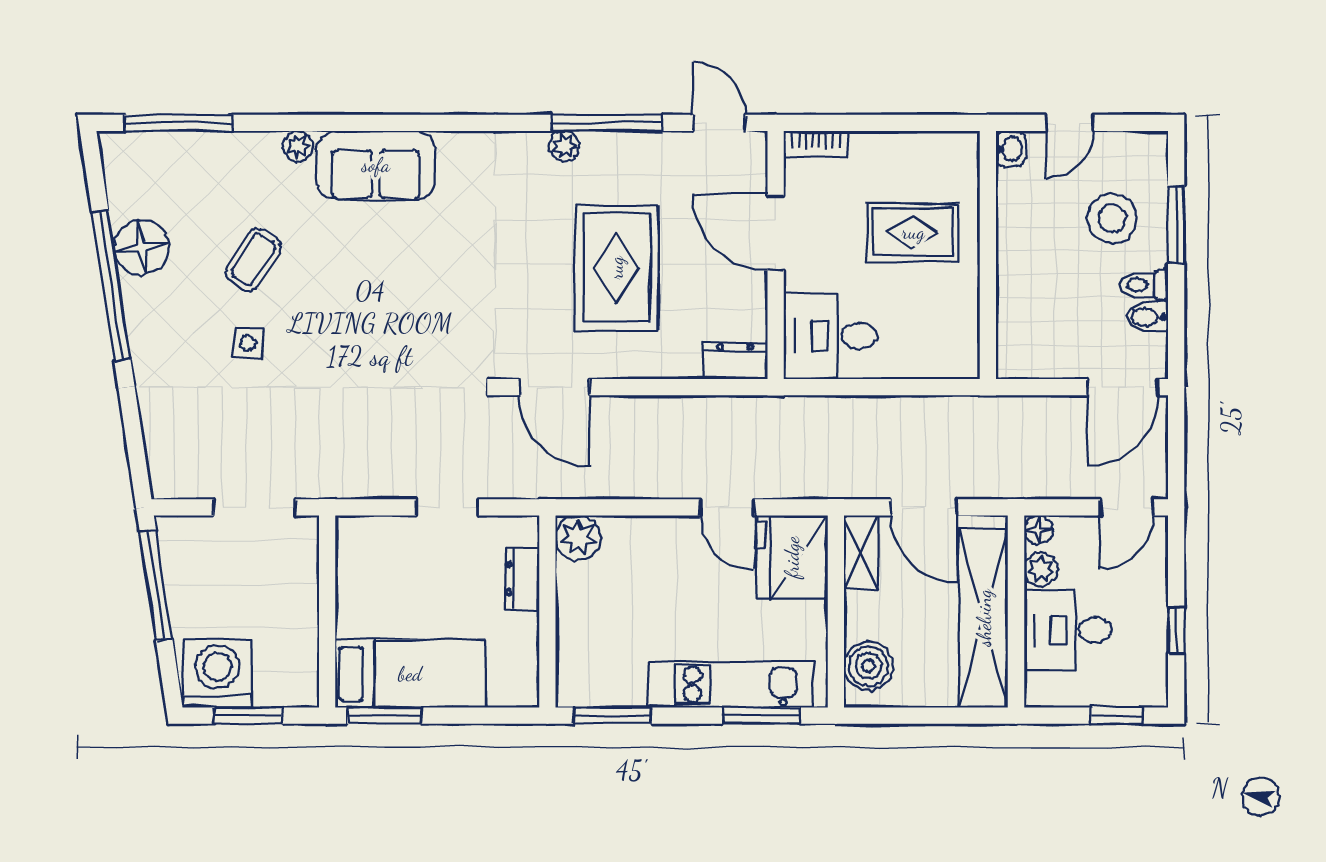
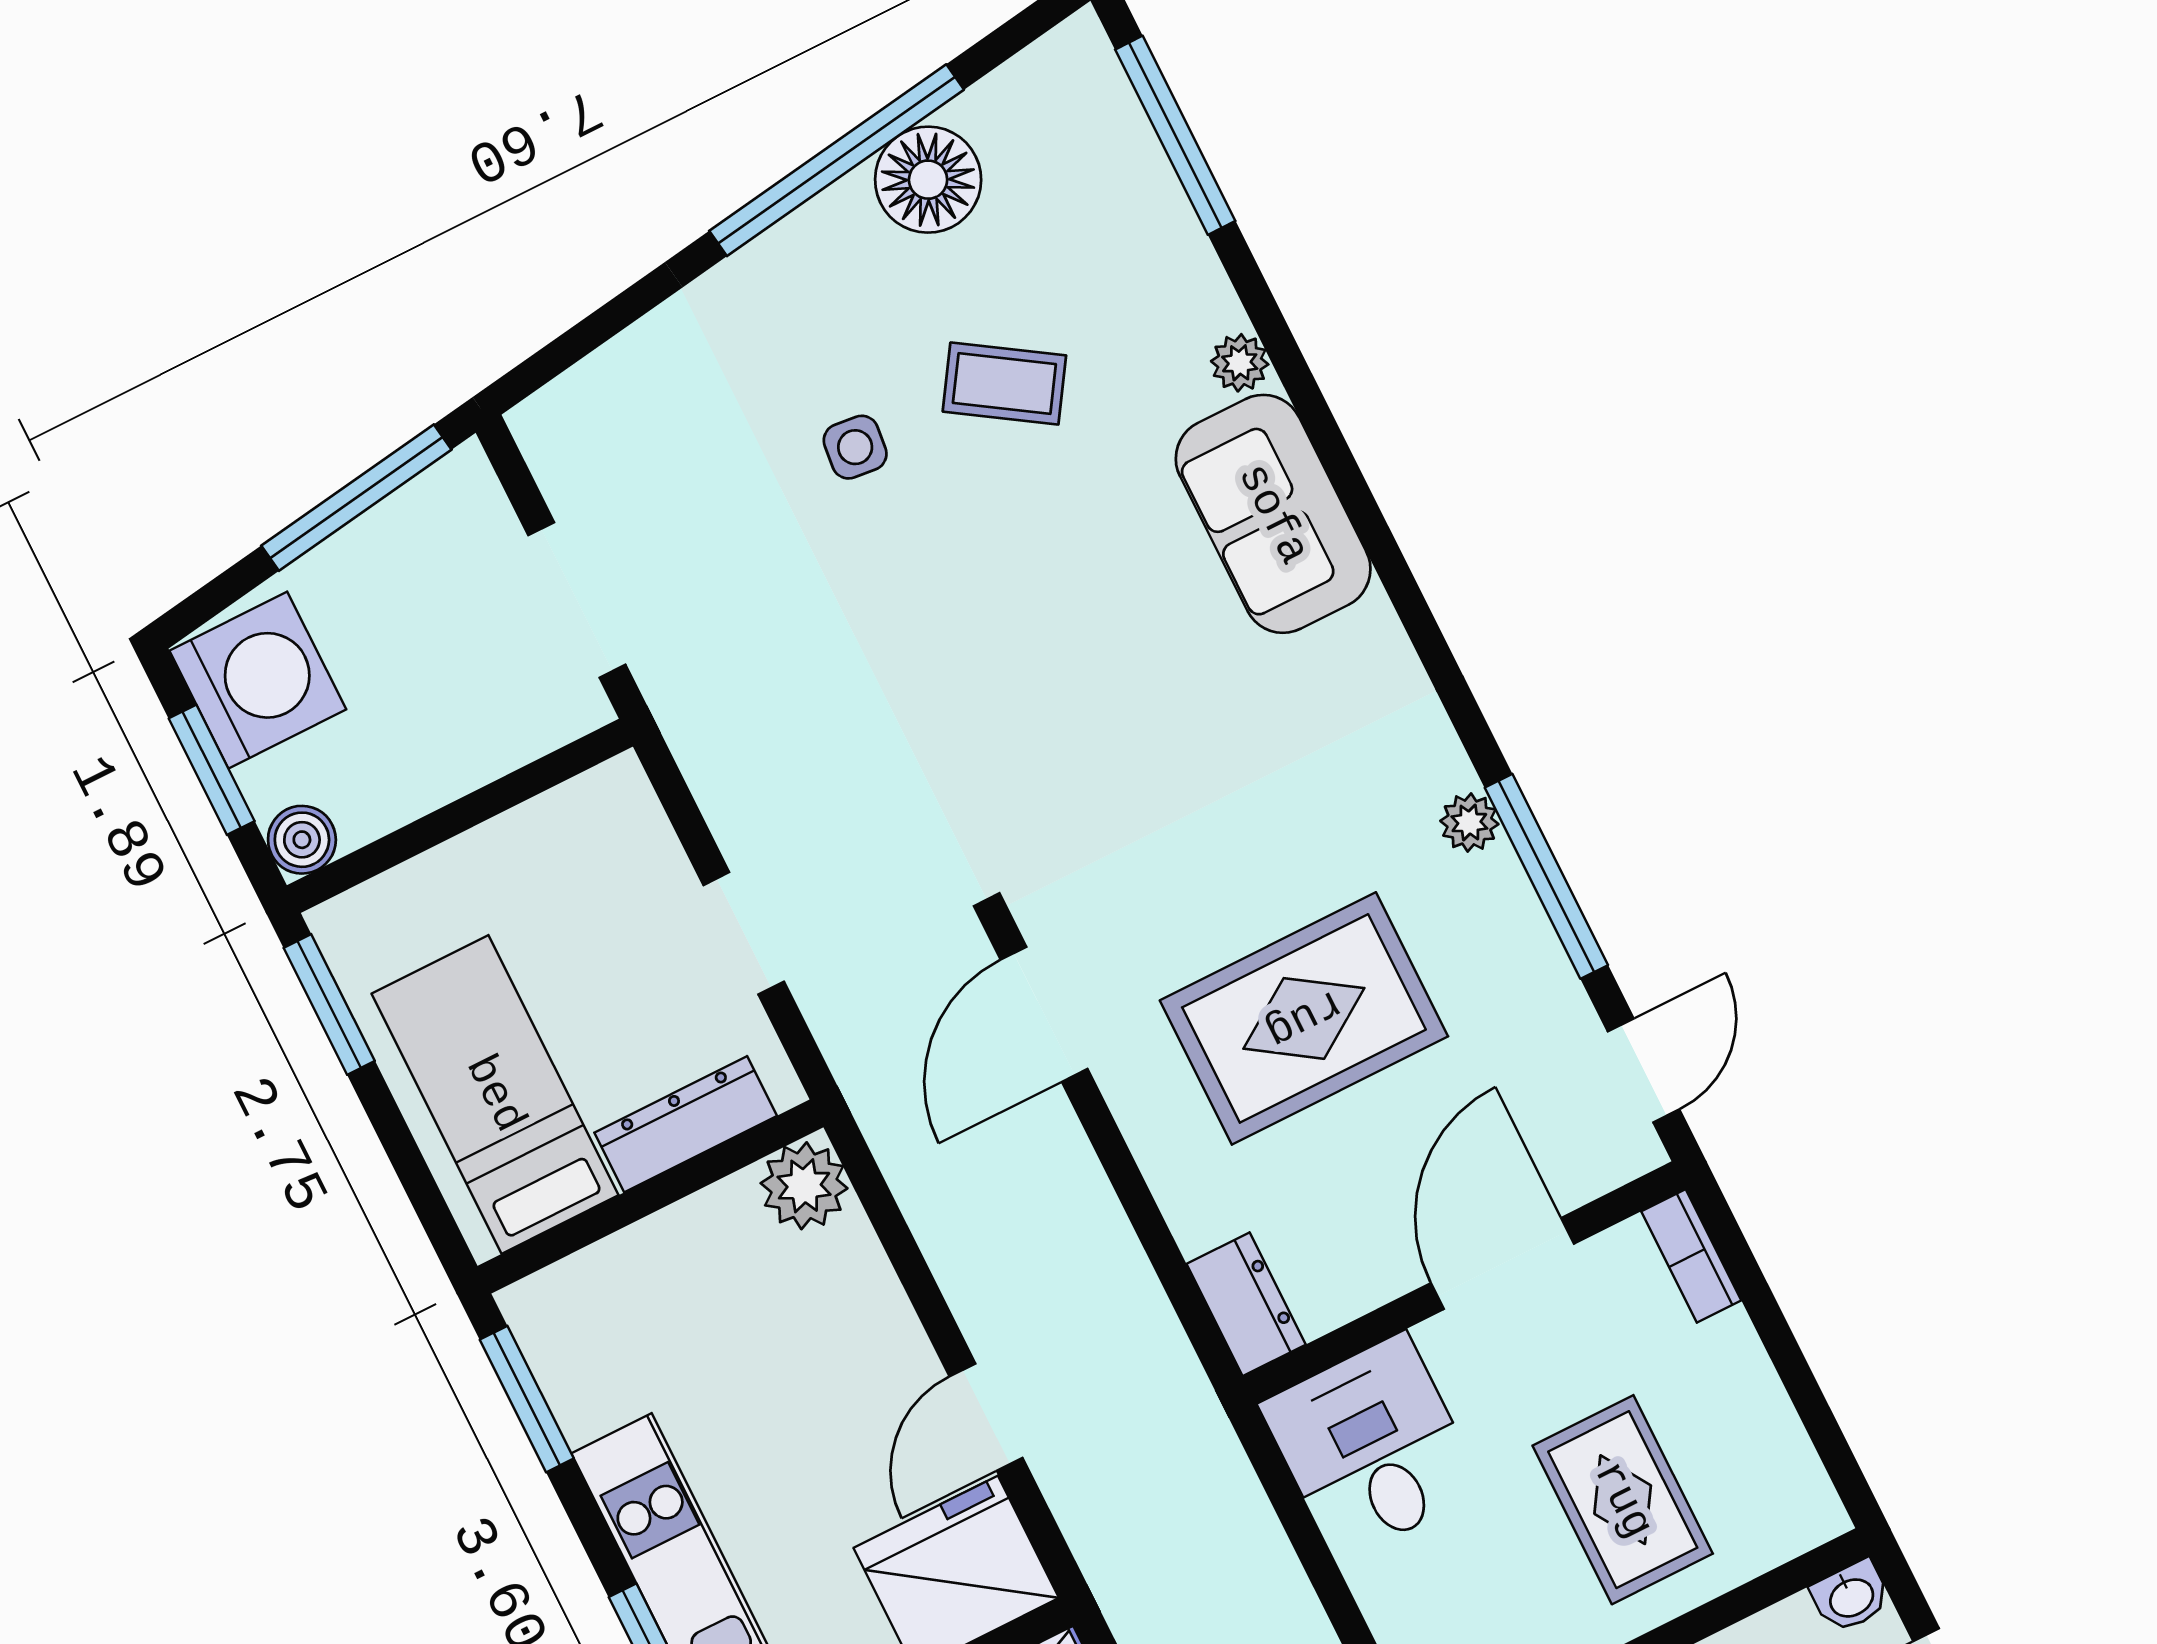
dresser: (522, 578) -> (686, 1124), width x1.44
bed: (410, 674) -> (495, 1094), moved, turned 180
boiler: (302, 690) -> (302, 840), added

